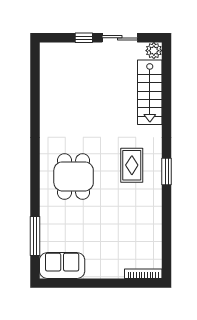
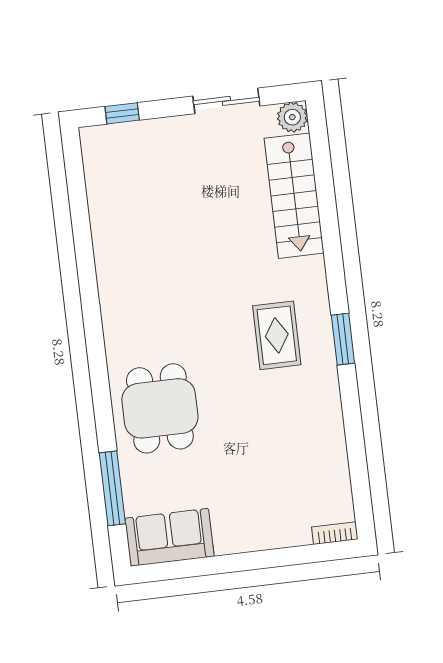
window: (84, 38) -> (122, 113), moved
dining table: (74, 176) -> (160, 408), moved
bookcase: (143, 274) -> (335, 533), width x0.64

